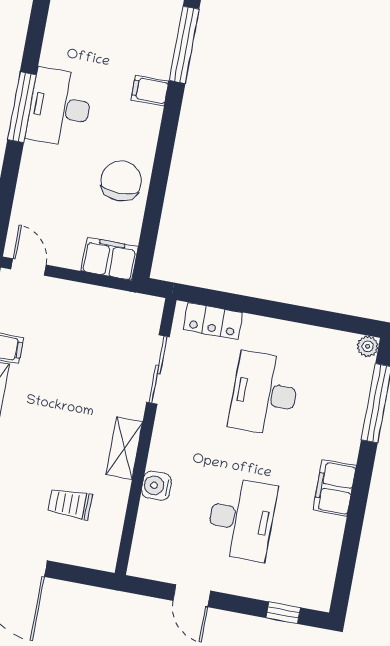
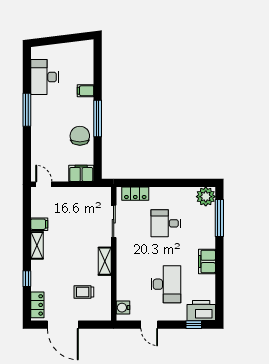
window: (184, 45) -> (98, 118), moved
desk: (60, 107) -> (45, 77), moved
plant: (368, 346) -> (206, 197), width x1.88, depth x1.88
desk: (264, 394) -> (166, 223), width x0.73
water cooler: (156, 486) -> (123, 308), moved
printer: (304, 586) -> (201, 311), added

